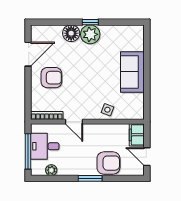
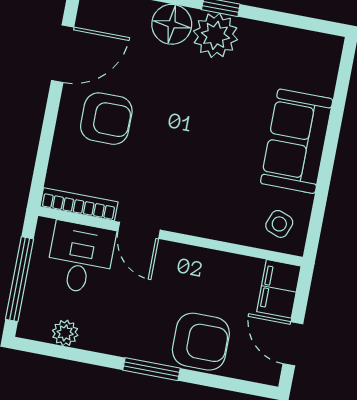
side table: (107, 110) -> (279, 224), moved
desk: (45, 146) -> (81, 258), moved, turned 90

